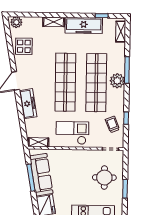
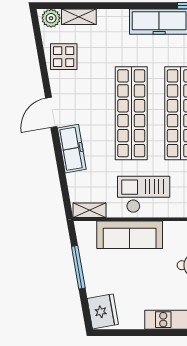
shelving: (54, 22) -> (79, 17), moved
sofa: (41, 175) -> (130, 235), moved, turned 100

